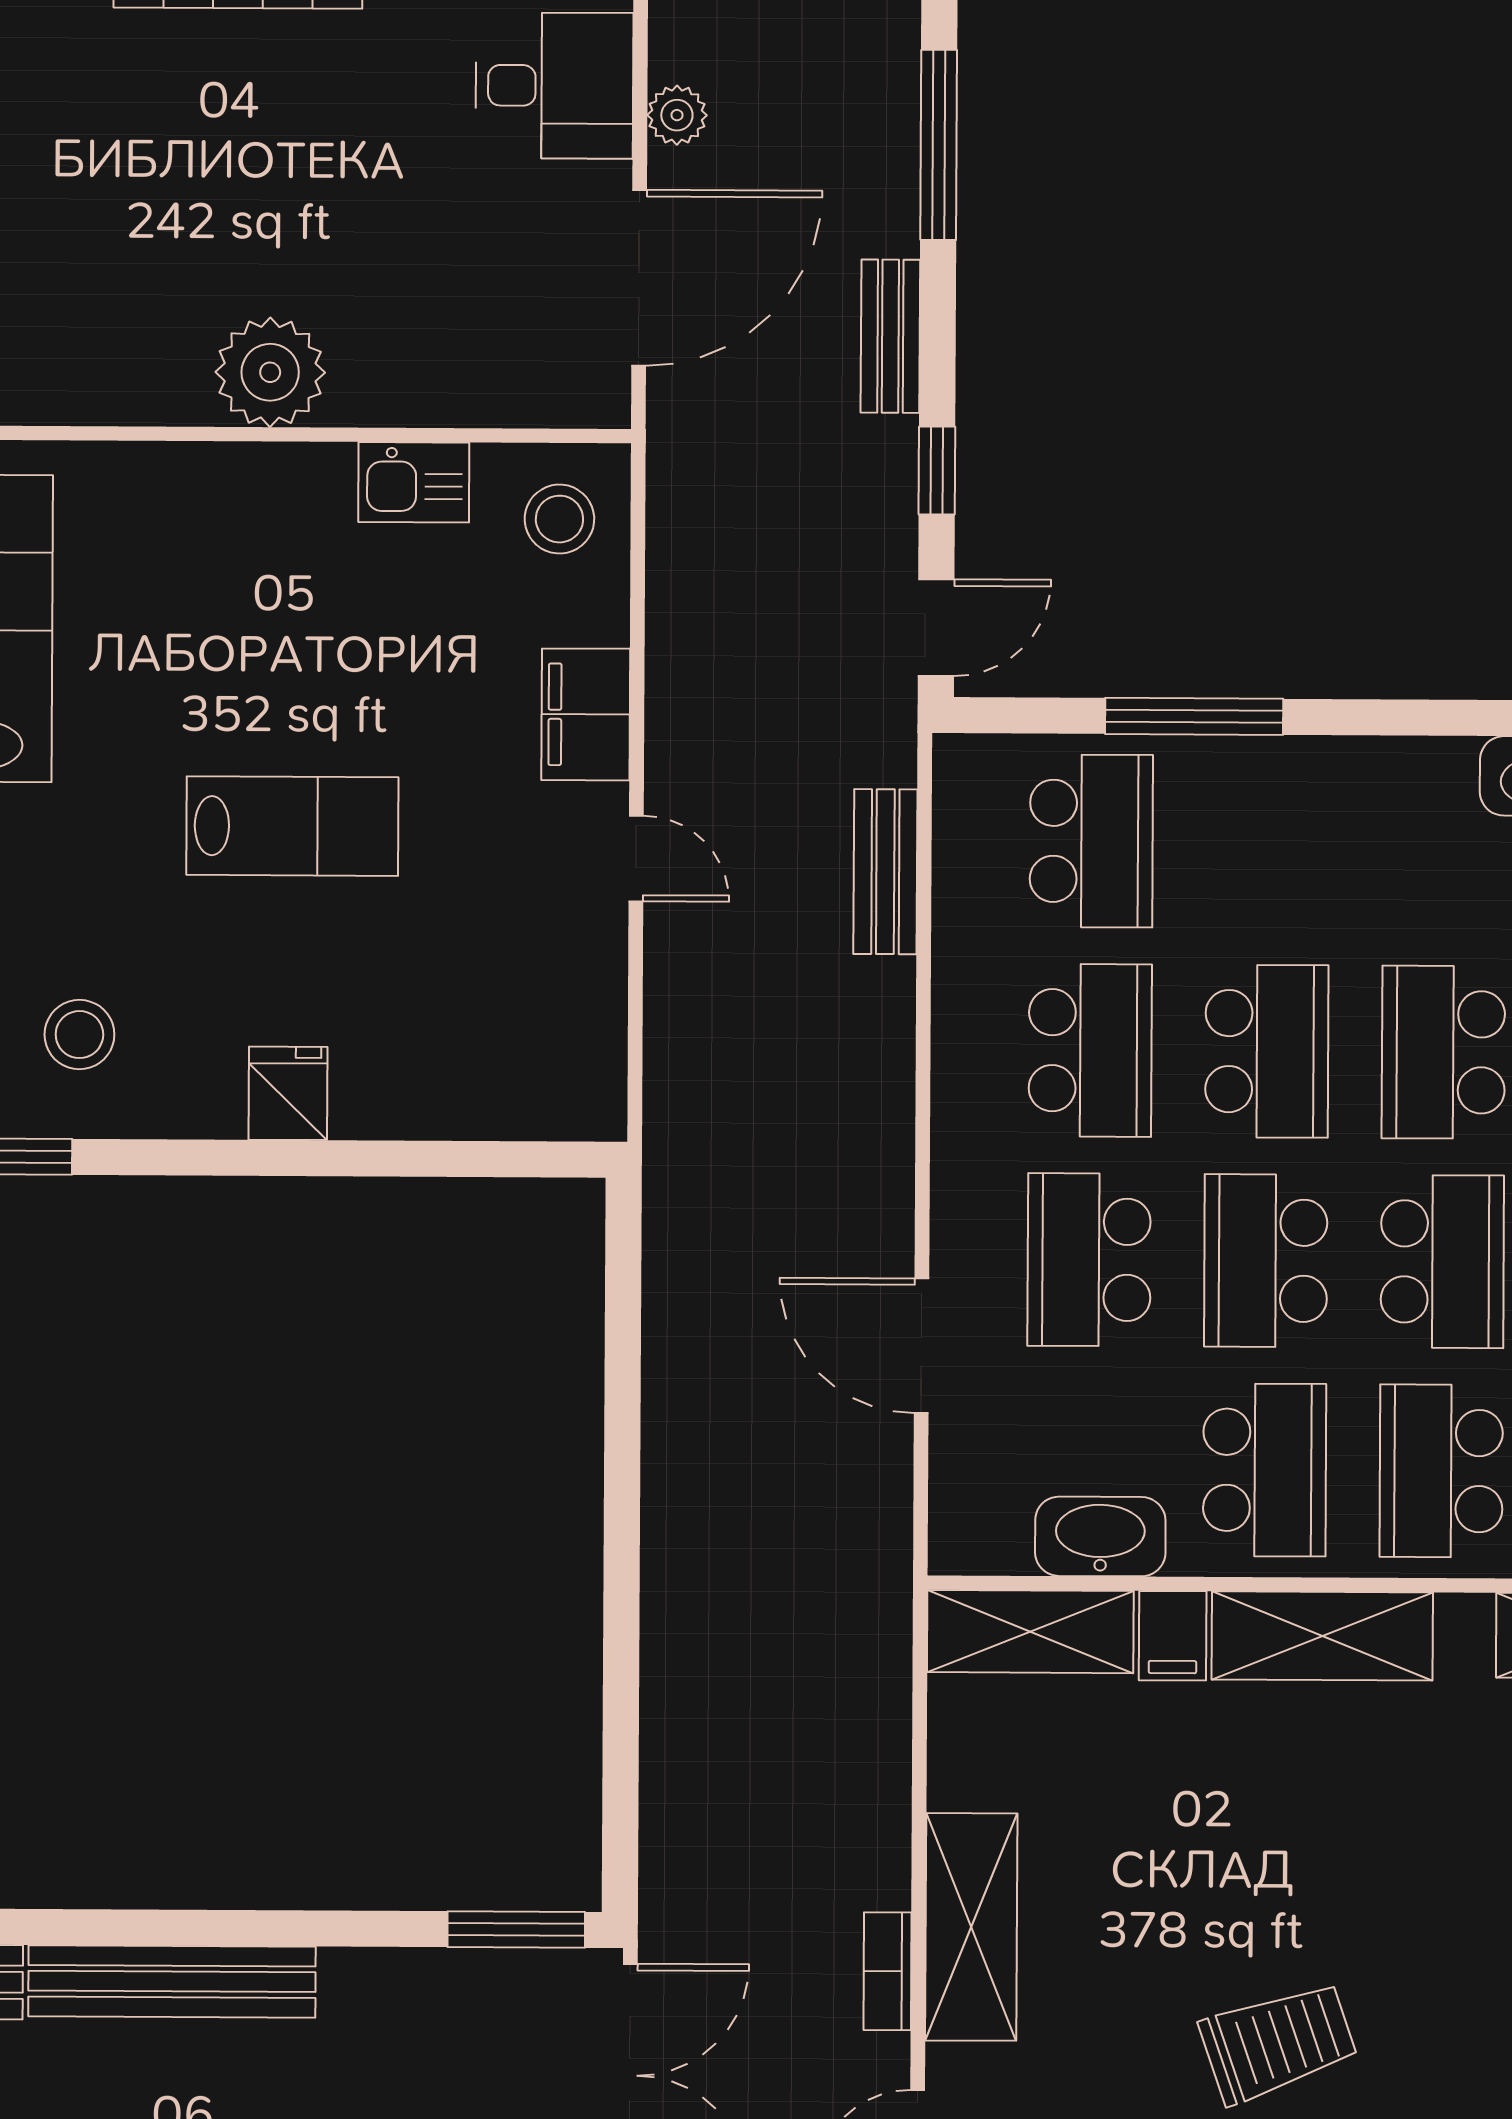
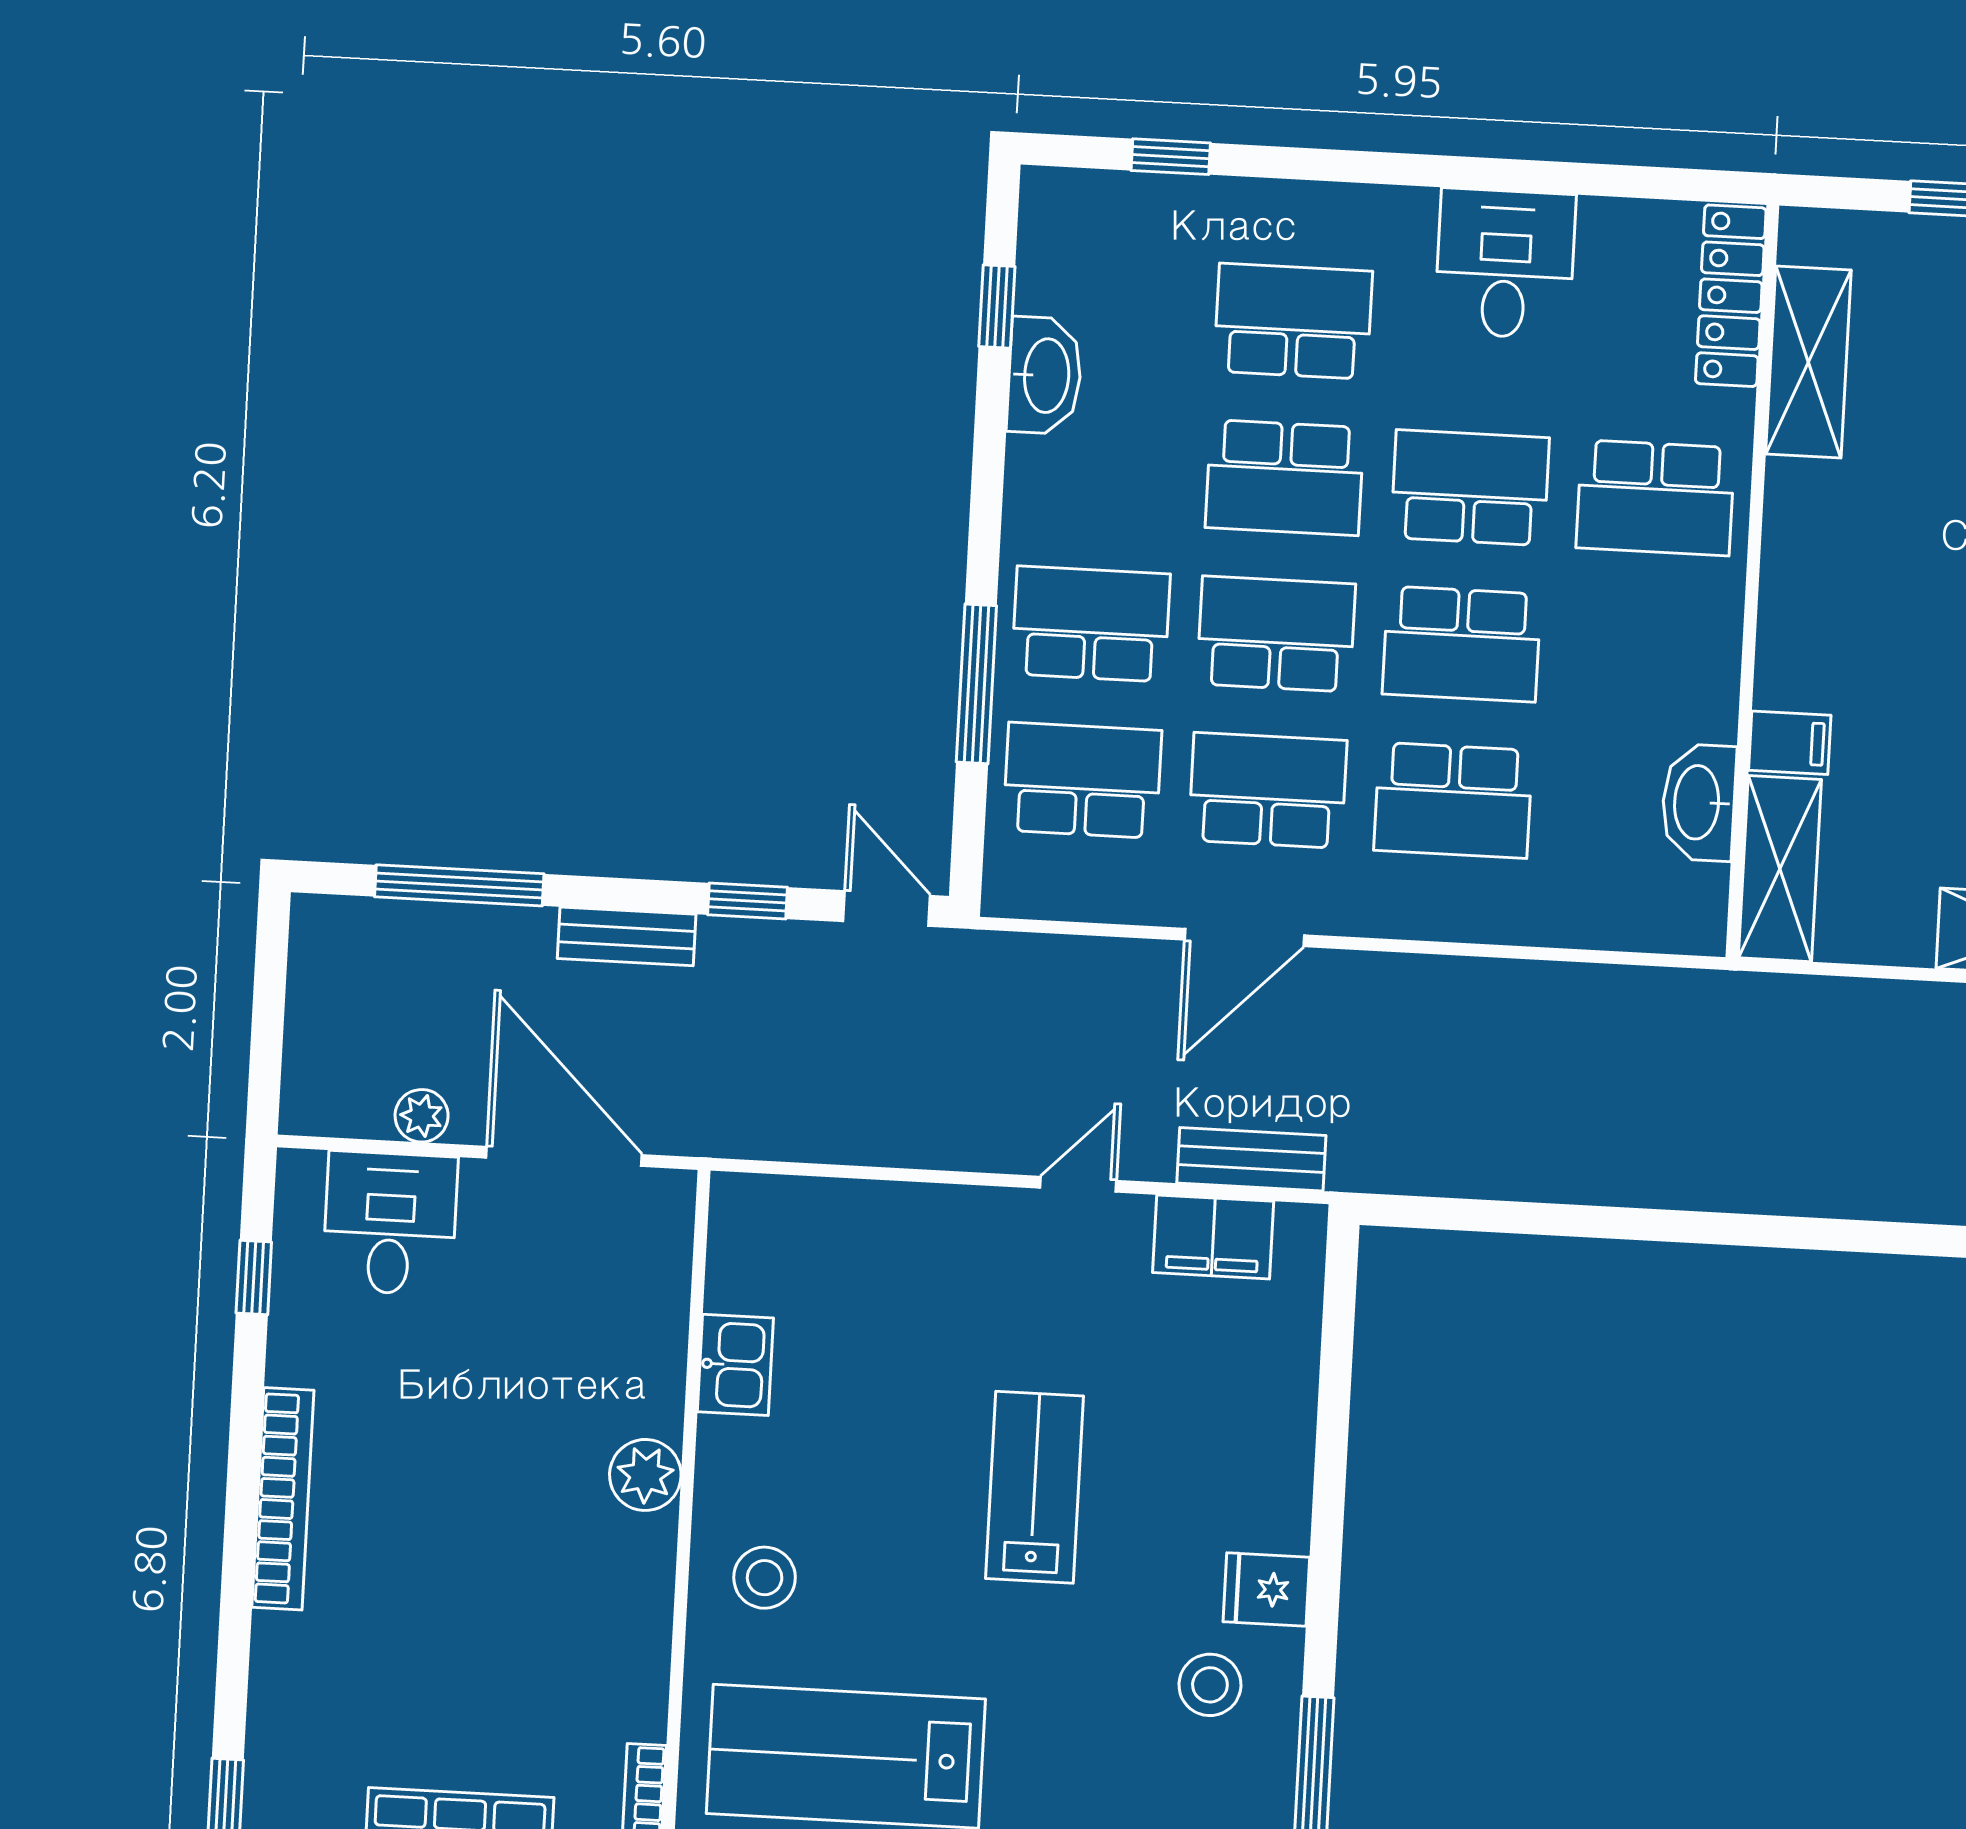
plant: (270, 372) -> (645, 1475), width x0.73, depth x0.73
stool: (559, 519) -> (765, 1578), moved
filing cabinet: (586, 714) -> (1213, 1237), moved
bench: (885, 872) -> (1251, 1159), moved
fridge: (288, 1093) -> (1266, 1589), moved
door: (922, 1346) -> (1244, 937), moved
school desk: (1265, 1470) -> (1091, 624), moved
shelving: (1322, 1636) -> (1796, 610), removed

